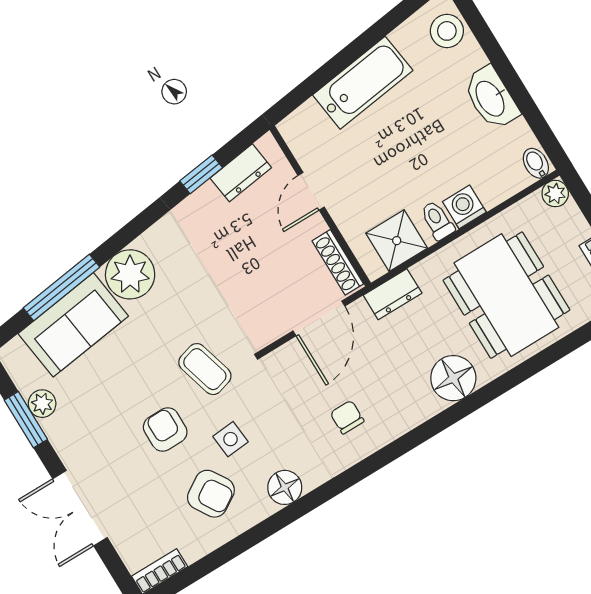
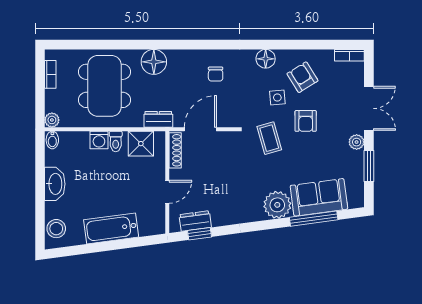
window: (201, 174) -> (199, 234), moved
plant: (42, 404) -> (357, 142), moved

